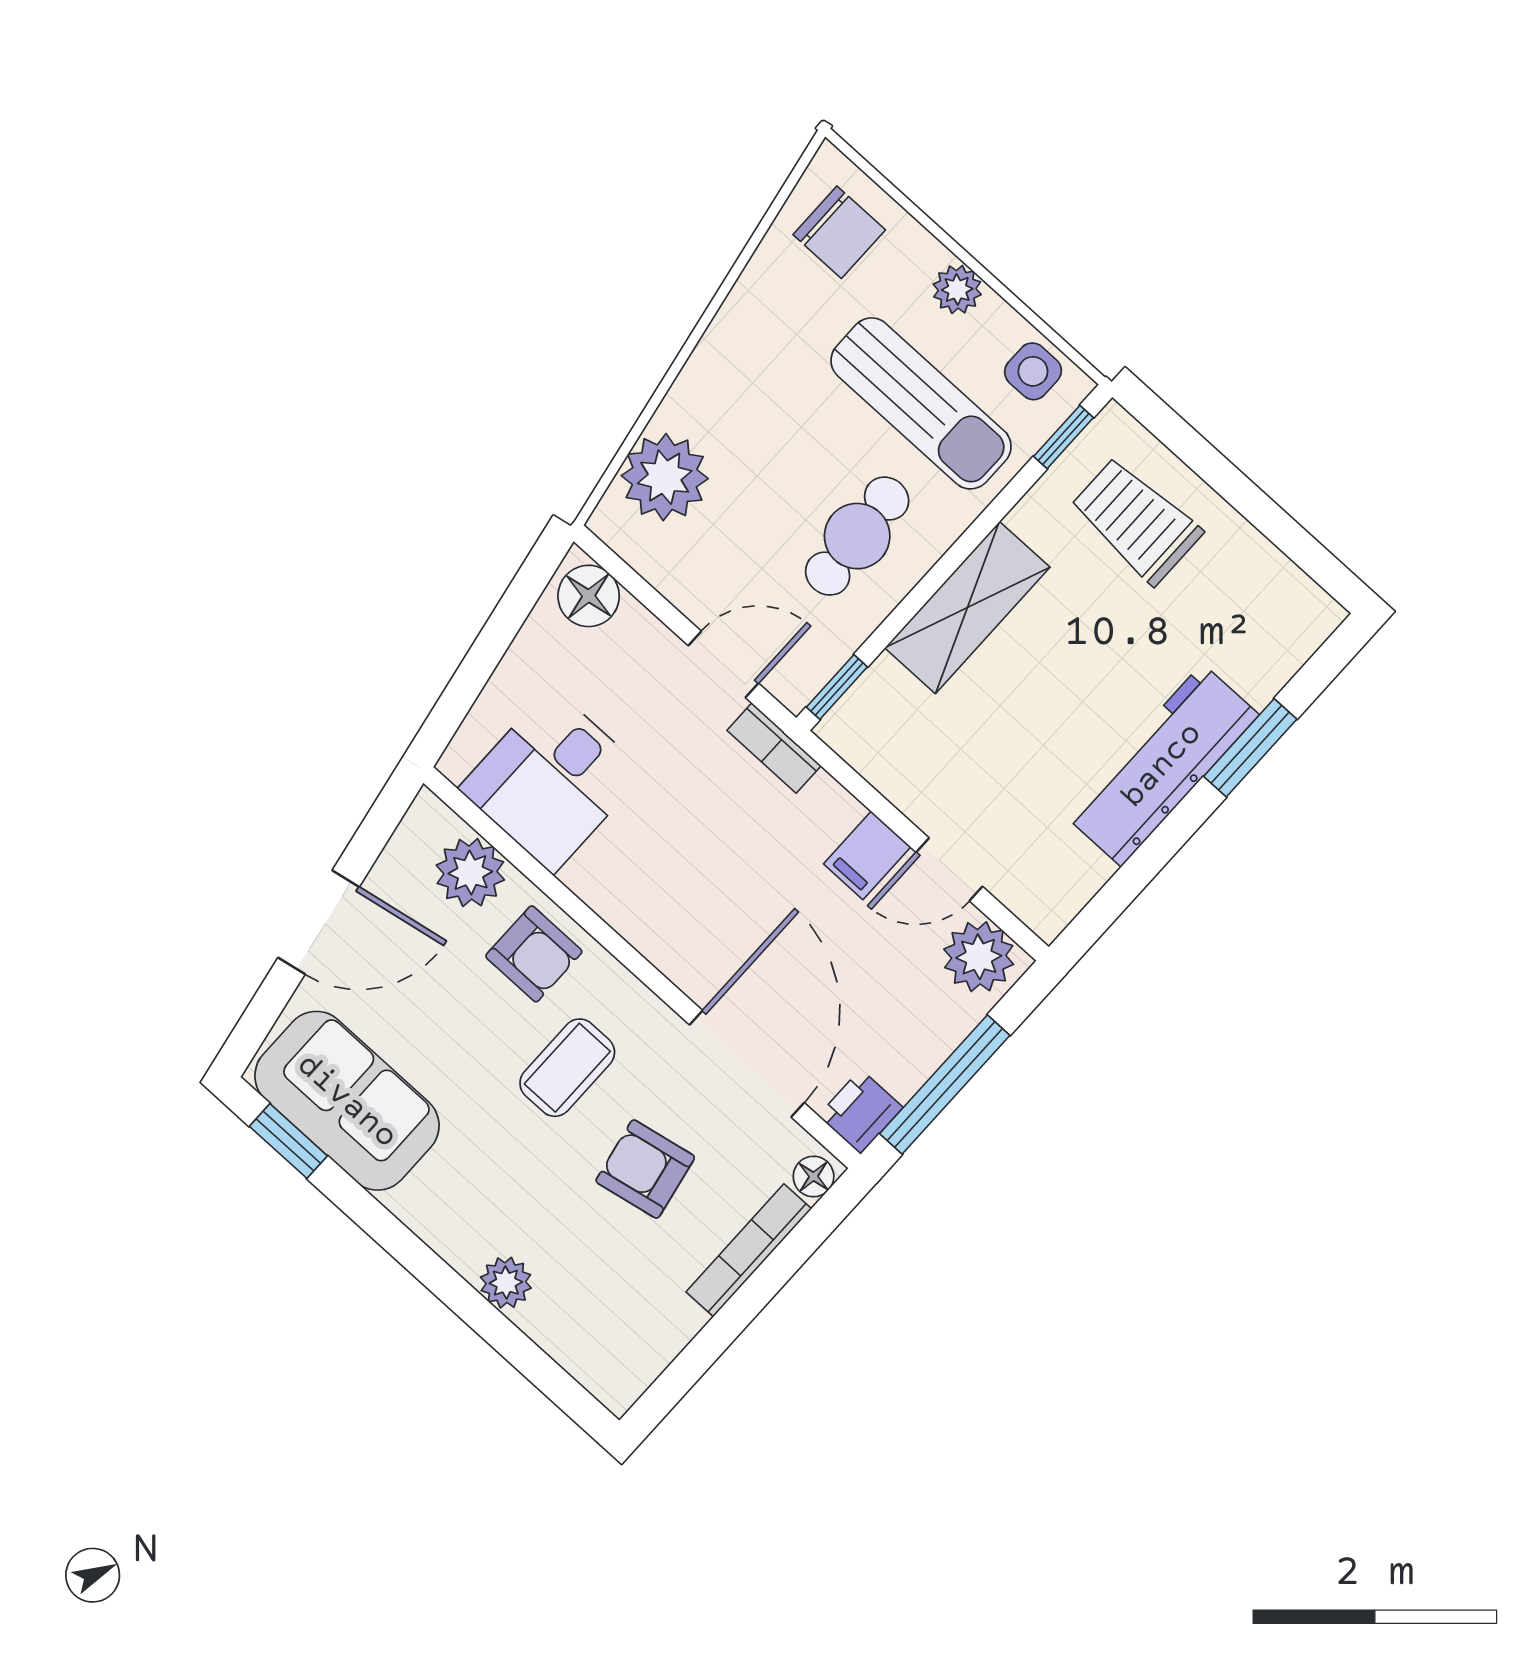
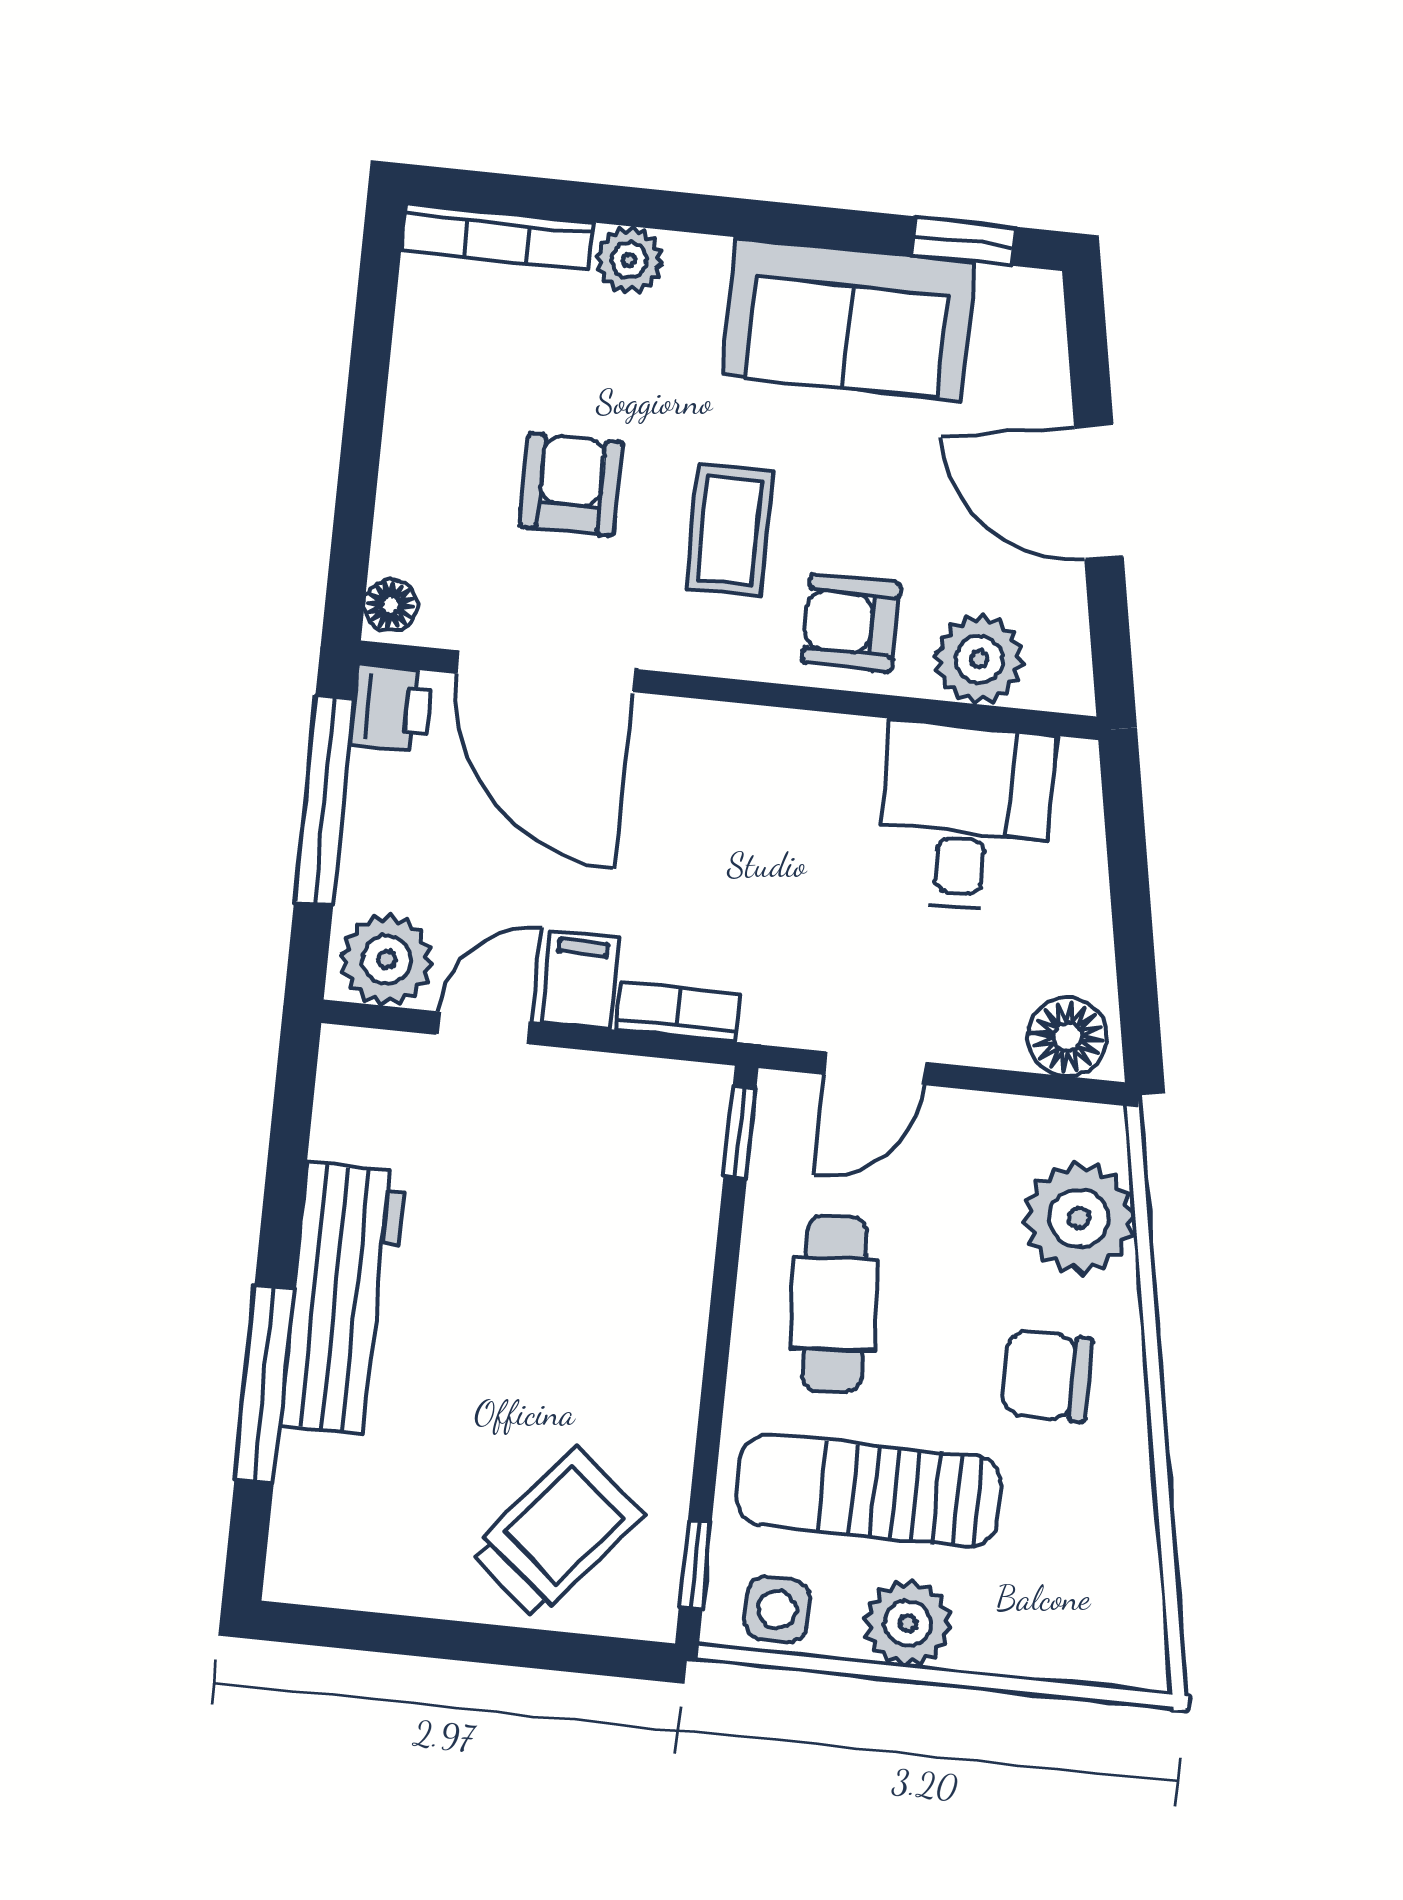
chair: (839, 232) -> (1047, 1376), moved
plant: (957, 289) -> (908, 1623), width x1.38, depth x1.38
trolley: (1136, 520) -> (556, 1533), turned -50
shelving: (967, 608) -> (665, 1314), removed
bookcase: (774, 748) -> (678, 1012), moved
window: (1250, 748) -> (264, 1384), width x1.44
door: (319, 922) -> (1099, 492), hinge flipped
sofa: (347, 1101) -> (849, 319), moved
armchair: (645, 1169) -> (571, 484), turned -79
bookcase: (749, 1250) -> (497, 237), moved, turned 90

